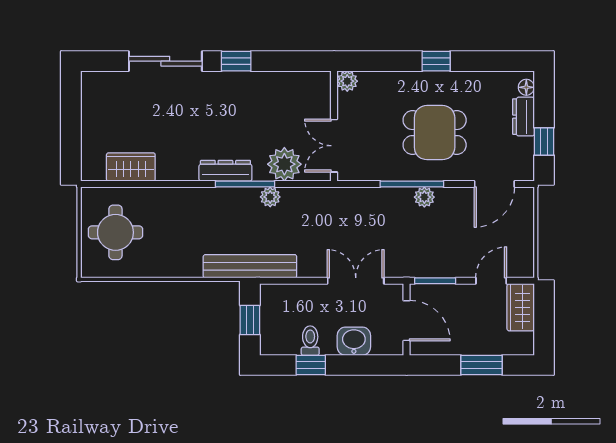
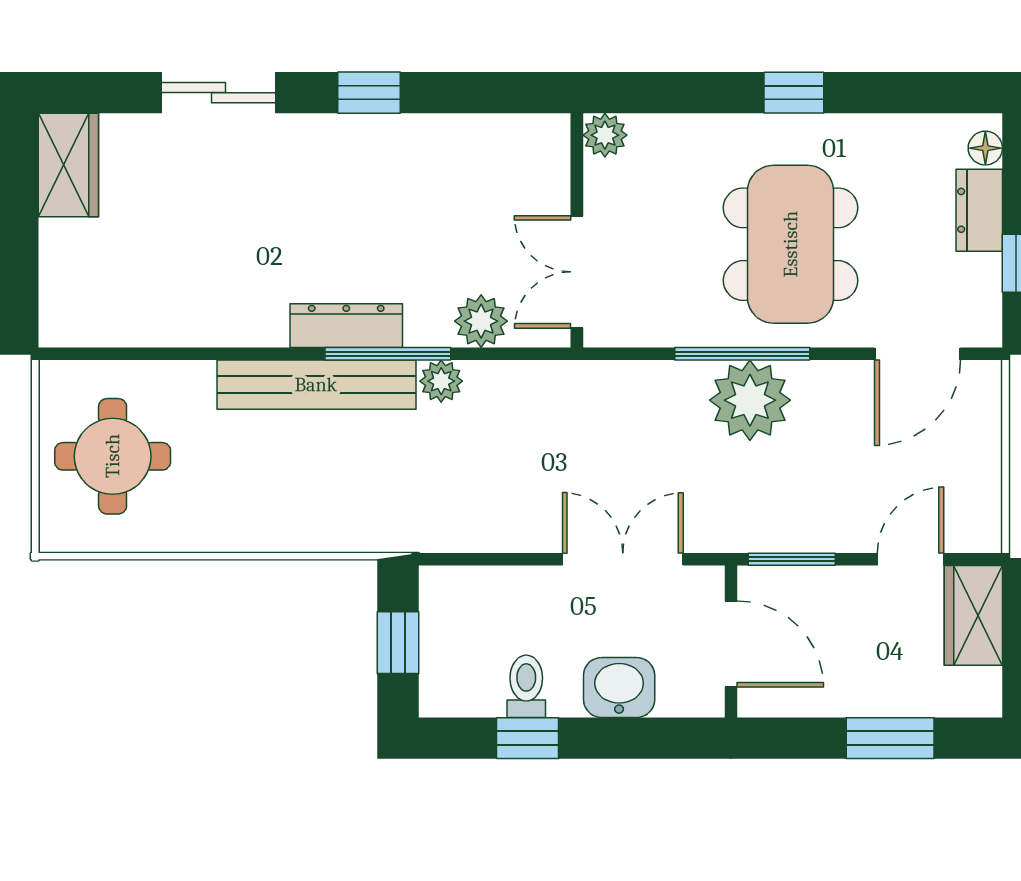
sliding door: (165, 61) -> (218, 93), width x0.73
dining table: (435, 133) -> (791, 244), width x1.38
plant: (284, 164) -> (481, 321), width x0.73, depth x0.73
wardrobe: (131, 167) -> (68, 165), moved, turned 90
plant: (424, 197) -> (750, 400), width x1.88, depth x1.88
bench: (250, 266) -> (316, 385), moved

